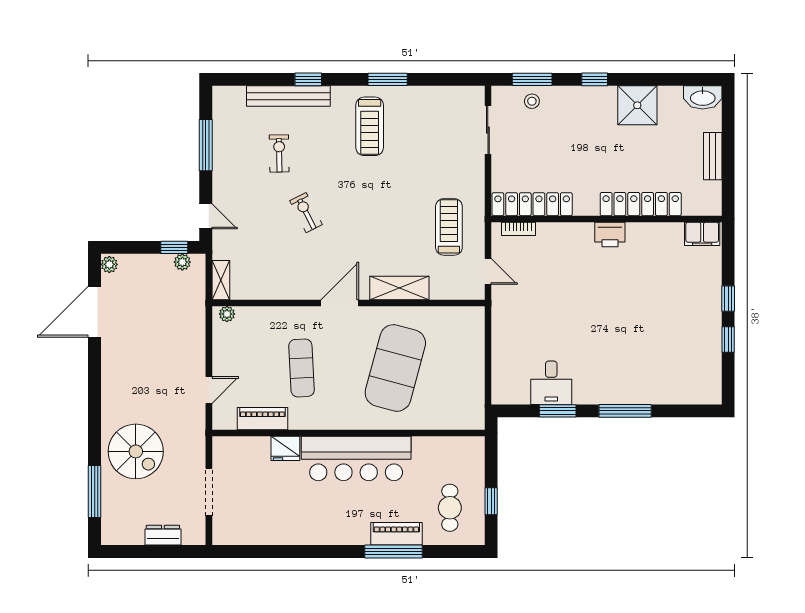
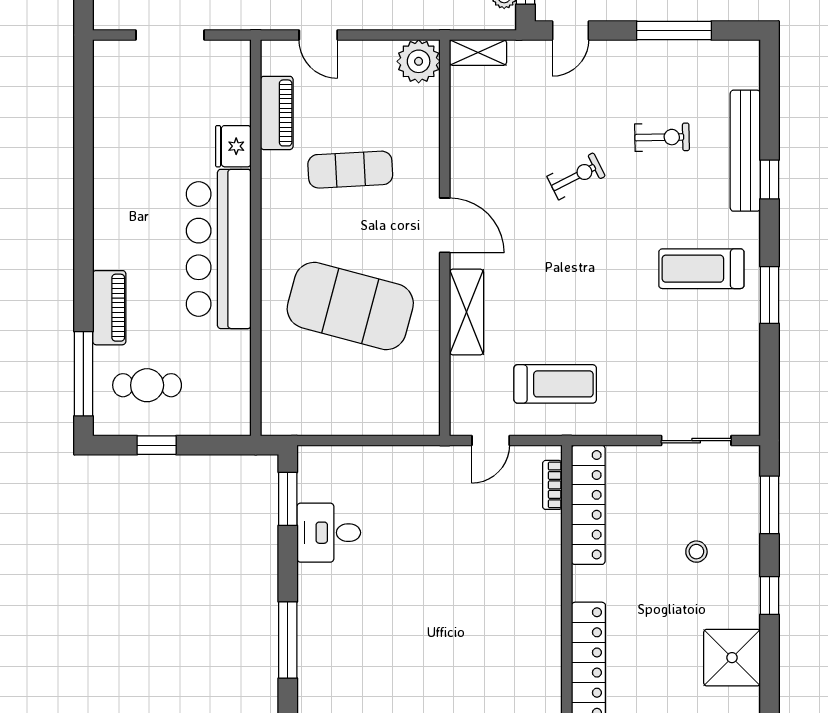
stool: (532, 101) -> (696, 552), moved
printer: (610, 235) -> (544, 618), removed
plant: (227, 314) -> (419, 61), width x1.87, depth x1.87
window: (558, 411) -> (288, 499), moved
window: (394, 552) -> (83, 374), moved

